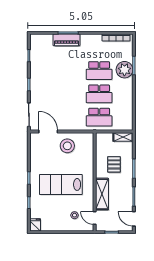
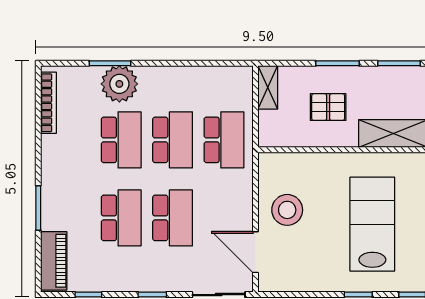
piano: (67, 40) -> (54, 261), moved
school desk: (64, 71) -> (121, 218), added
school desk: (64, 94) -> (173, 218), added
door: (48, 131) -> (256, 252), hinge flipped
lab bench: (61, 184) -> (372, 224), turned 180

